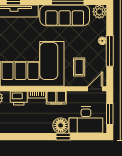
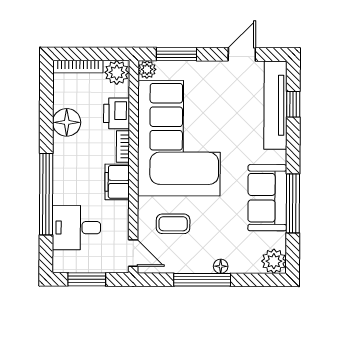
sofa: (65, 15) -> (267, 198), width x0.73
desk: (86, 120) -> (76, 228), width x0.73
floor lamp: (61, 125) -> (67, 122), moved
window: (63, 137) -> (46, 194), width x3.17

